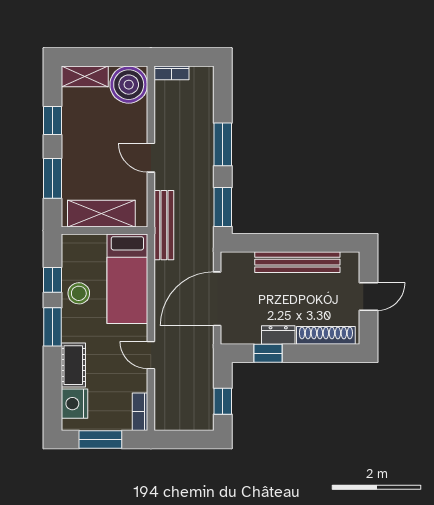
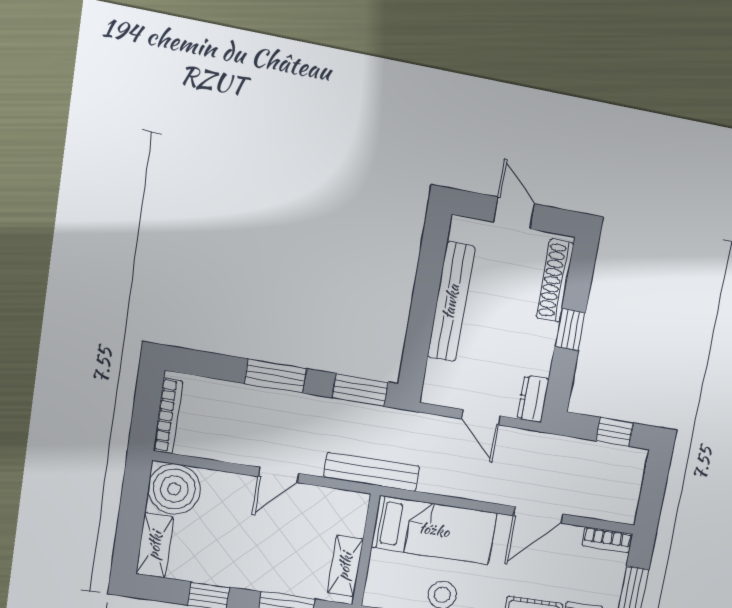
bookcase: (172, 73) -> (168, 416), width x1.56
shelving: (101, 214) -> (345, 566), width x0.67, depth x0.75
door: (217, 299) -> (481, 417), width x0.53
dresser: (278, 335) -> (533, 399), moved
window: (268, 353) -> (570, 330), moved
door: (151, 355) -> (538, 515), width x1.38

